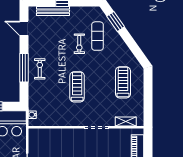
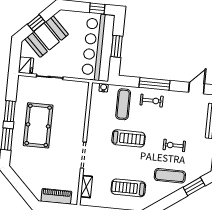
exercise mat: (97, 36) -> (170, 176), moved
treadmill: (123, 82) -> (128, 188), turned 180
exercise mat: (46, 95) -> (123, 104), added

